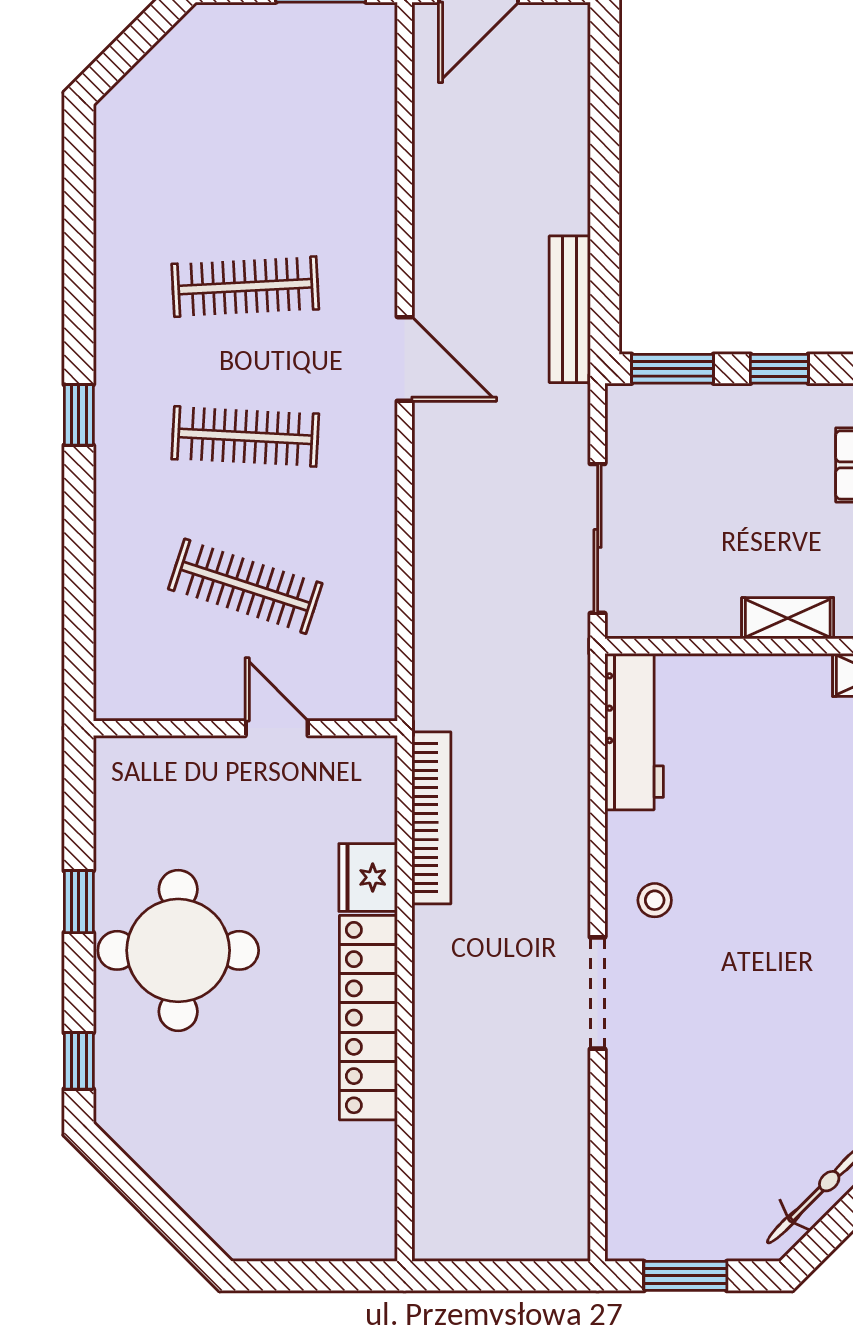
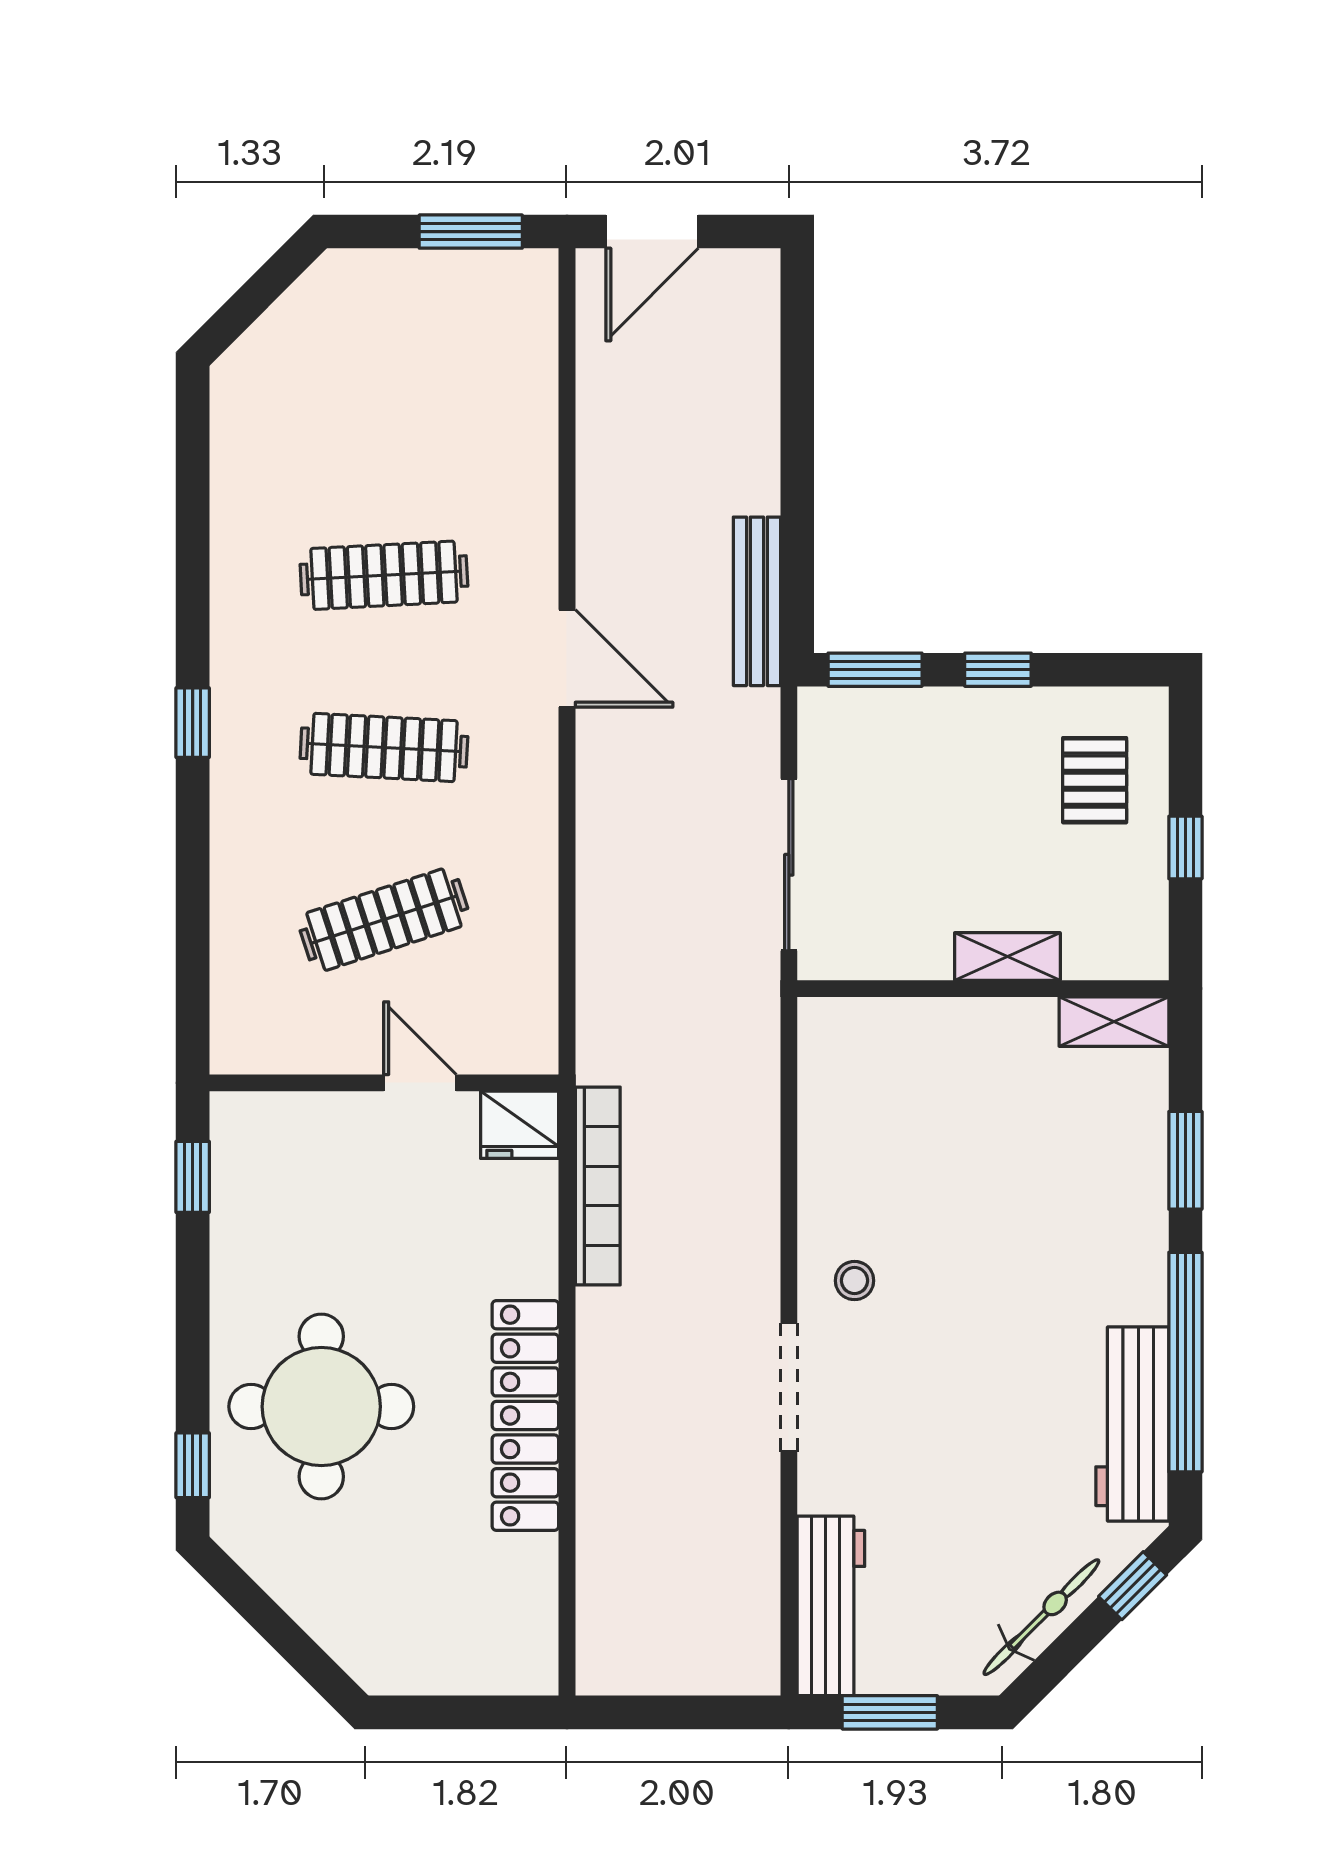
clothes rail: (245, 586) -> (384, 920), turned -36
workbench: (634, 732) -> (831, 1606), moved
fridge: (368, 877) -> (520, 1125), moved, turned -90
window: (79, 902) -> (193, 1177), moved
round table: (178, 950) -> (321, 1407), moved

